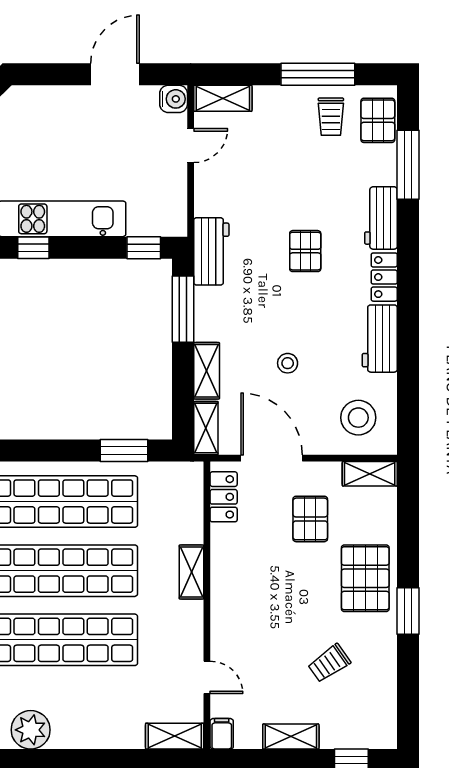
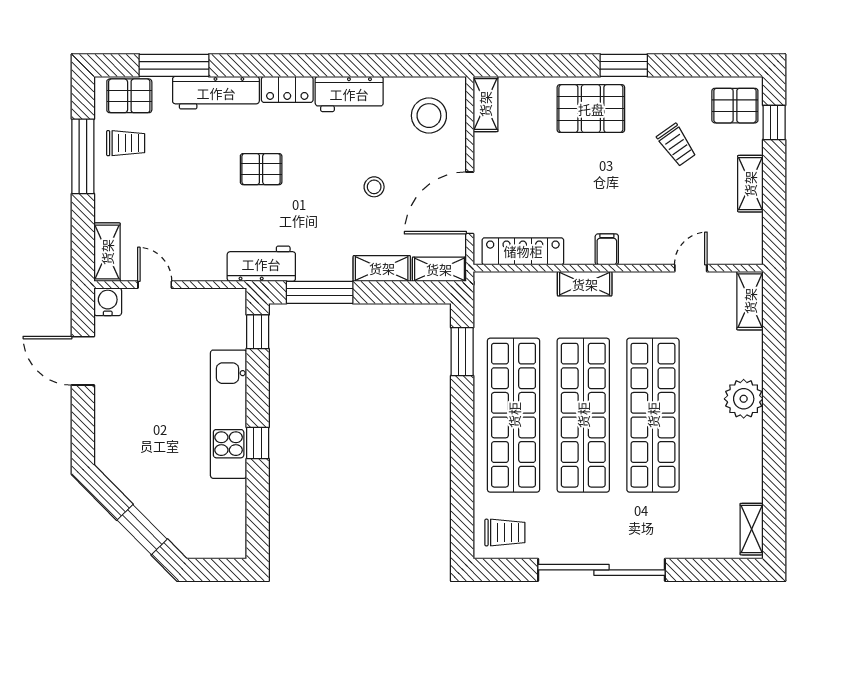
workbench: (381, 218) -> (216, 93), width x1.38
locker: (224, 497) -> (523, 251), width x1.53
pallet: (310, 519) -> (735, 106), moved
plant: (31, 730) -> (744, 399), moved
filing cabinet: (222, 734) -> (607, 249), moved, turned 90

